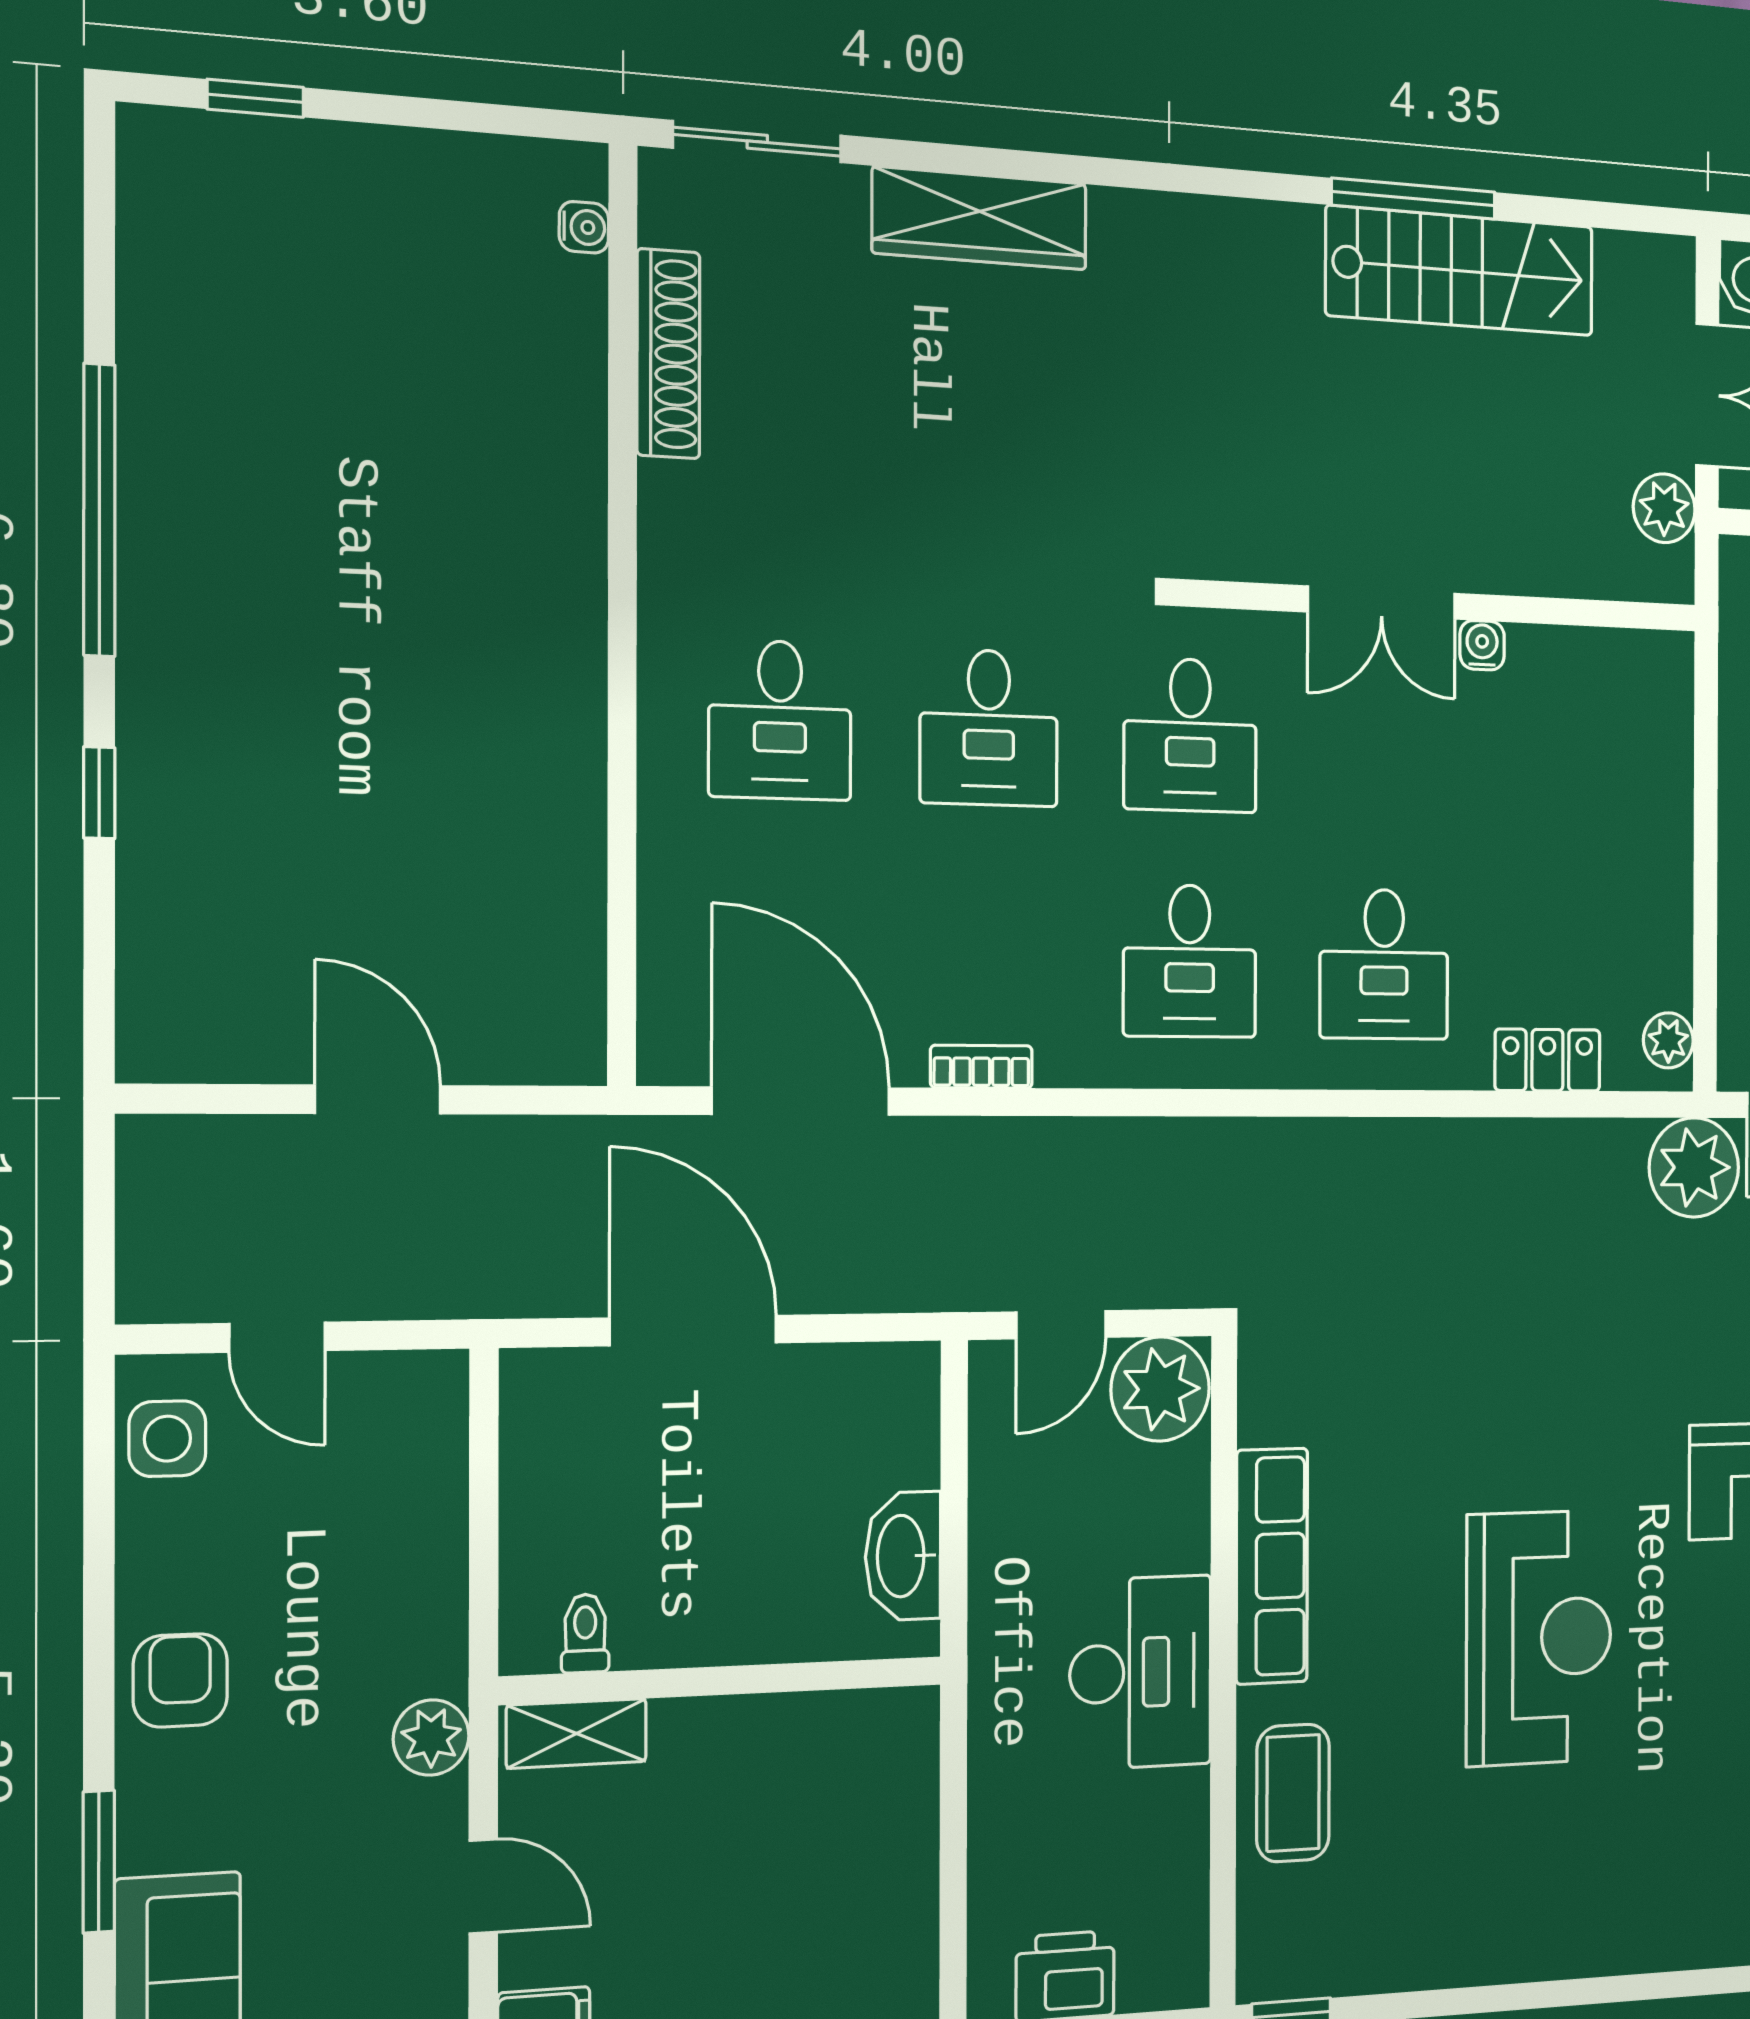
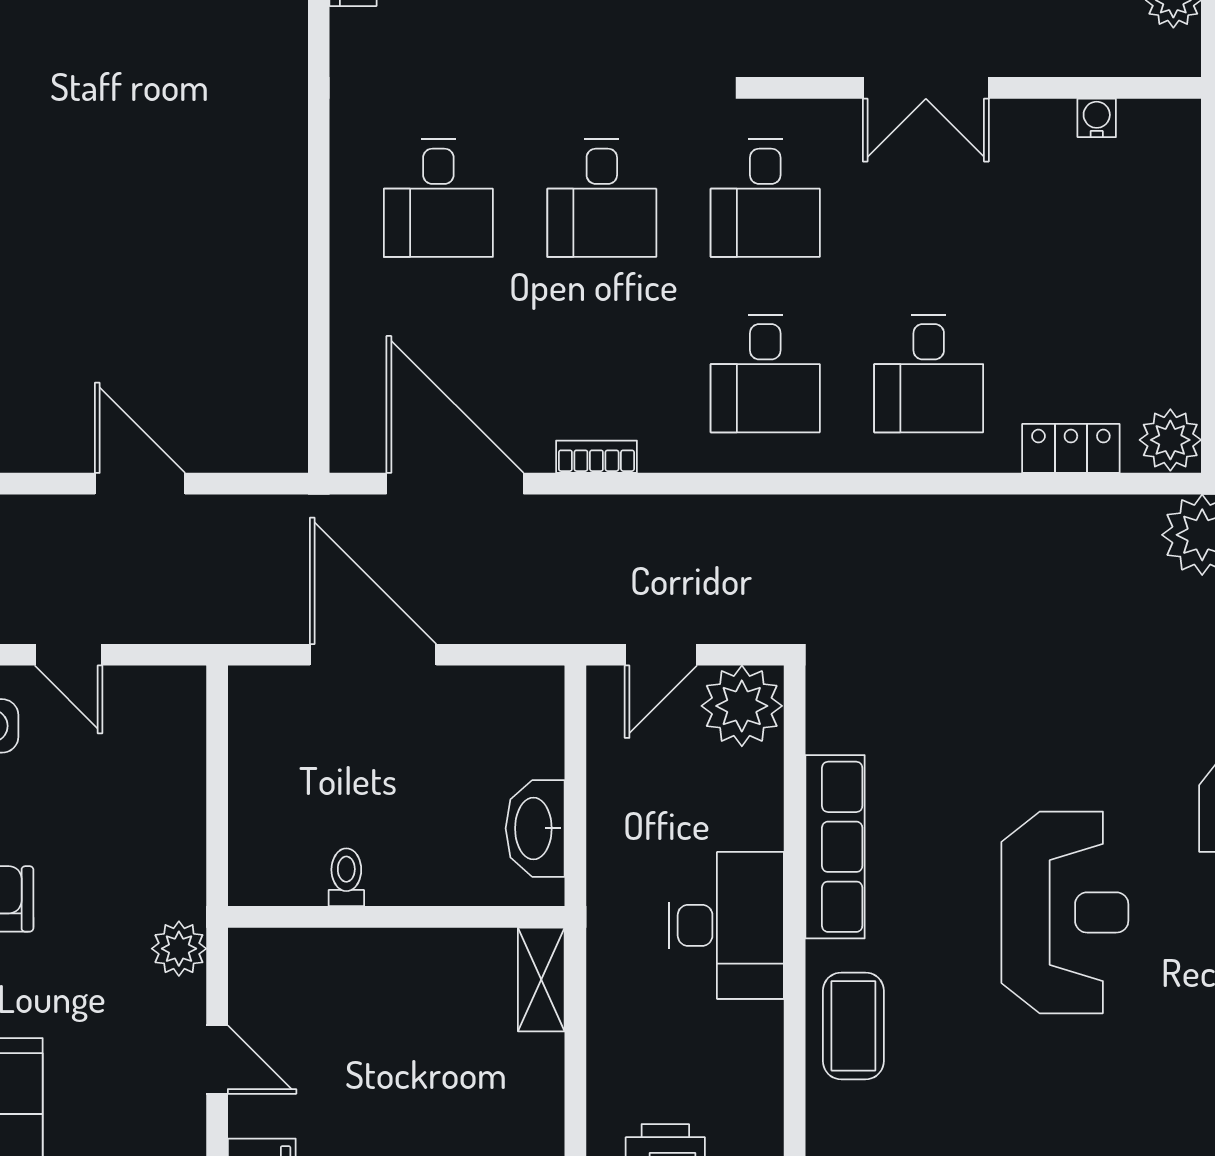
water cooler: (1482, 645) -> (1097, 118), moved
plant: (1668, 1040) -> (1170, 440), width x1.38, depth x1.38
toilet: (585, 1633) -> (346, 877), moved
shelving: (576, 1733) -> (541, 979), moved, turned 90

